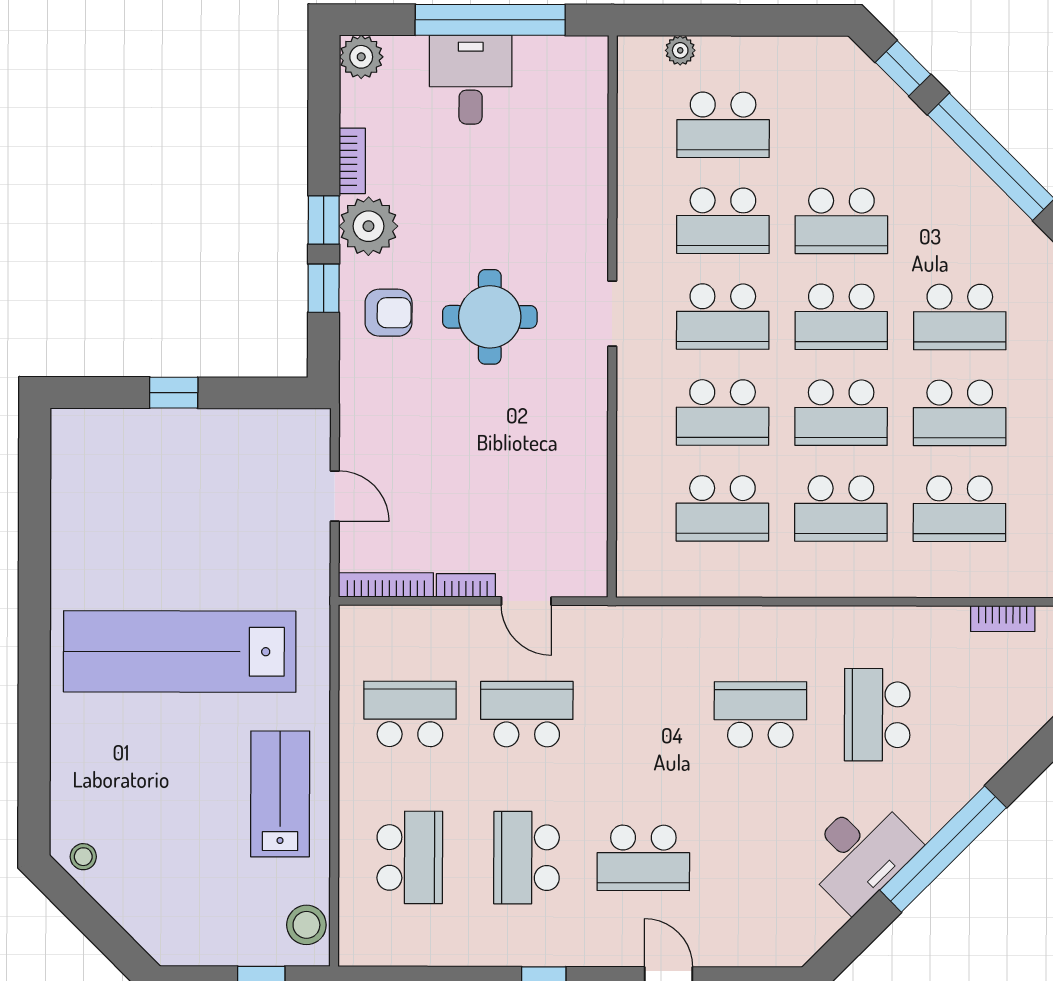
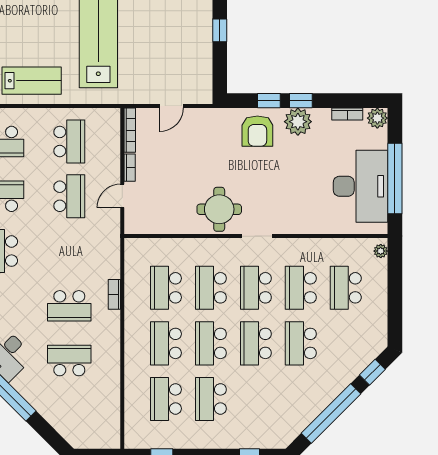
plant: (680, 50) -> (381, 251), moved
desk: (471, 80) -> (361, 186), width x1.87, depth x1.30
bookcase: (352, 161) -> (347, 114), moved
armchair: (389, 313) -> (257, 131), width x1.38, depth x1.38
round table: (490, 317) -> (219, 209), moved
school desk: (960, 317) -> (256, 399), removed
bookcase: (1003, 619) -> (114, 294), moved
school desk: (760, 715) -> (69, 306), turned 90

